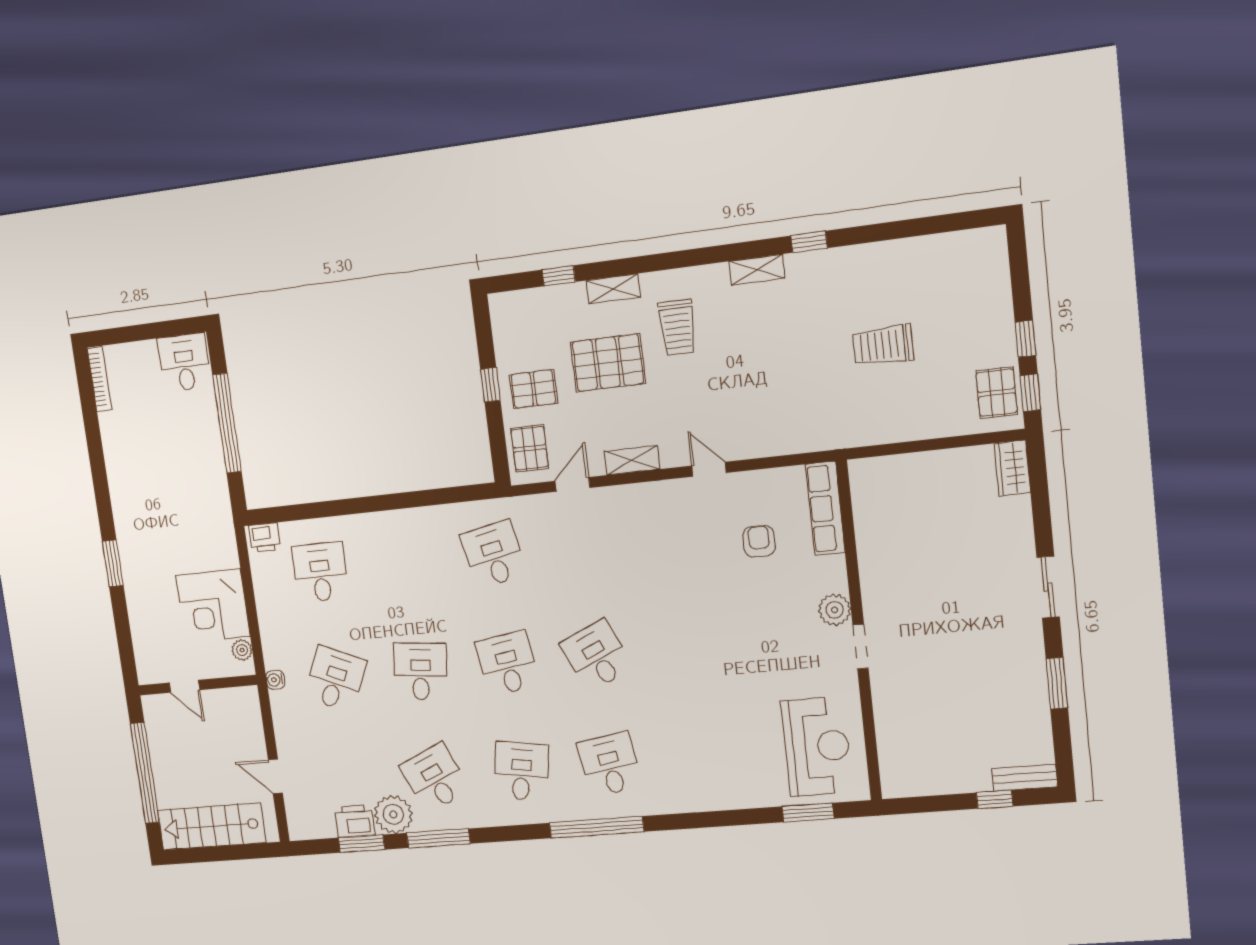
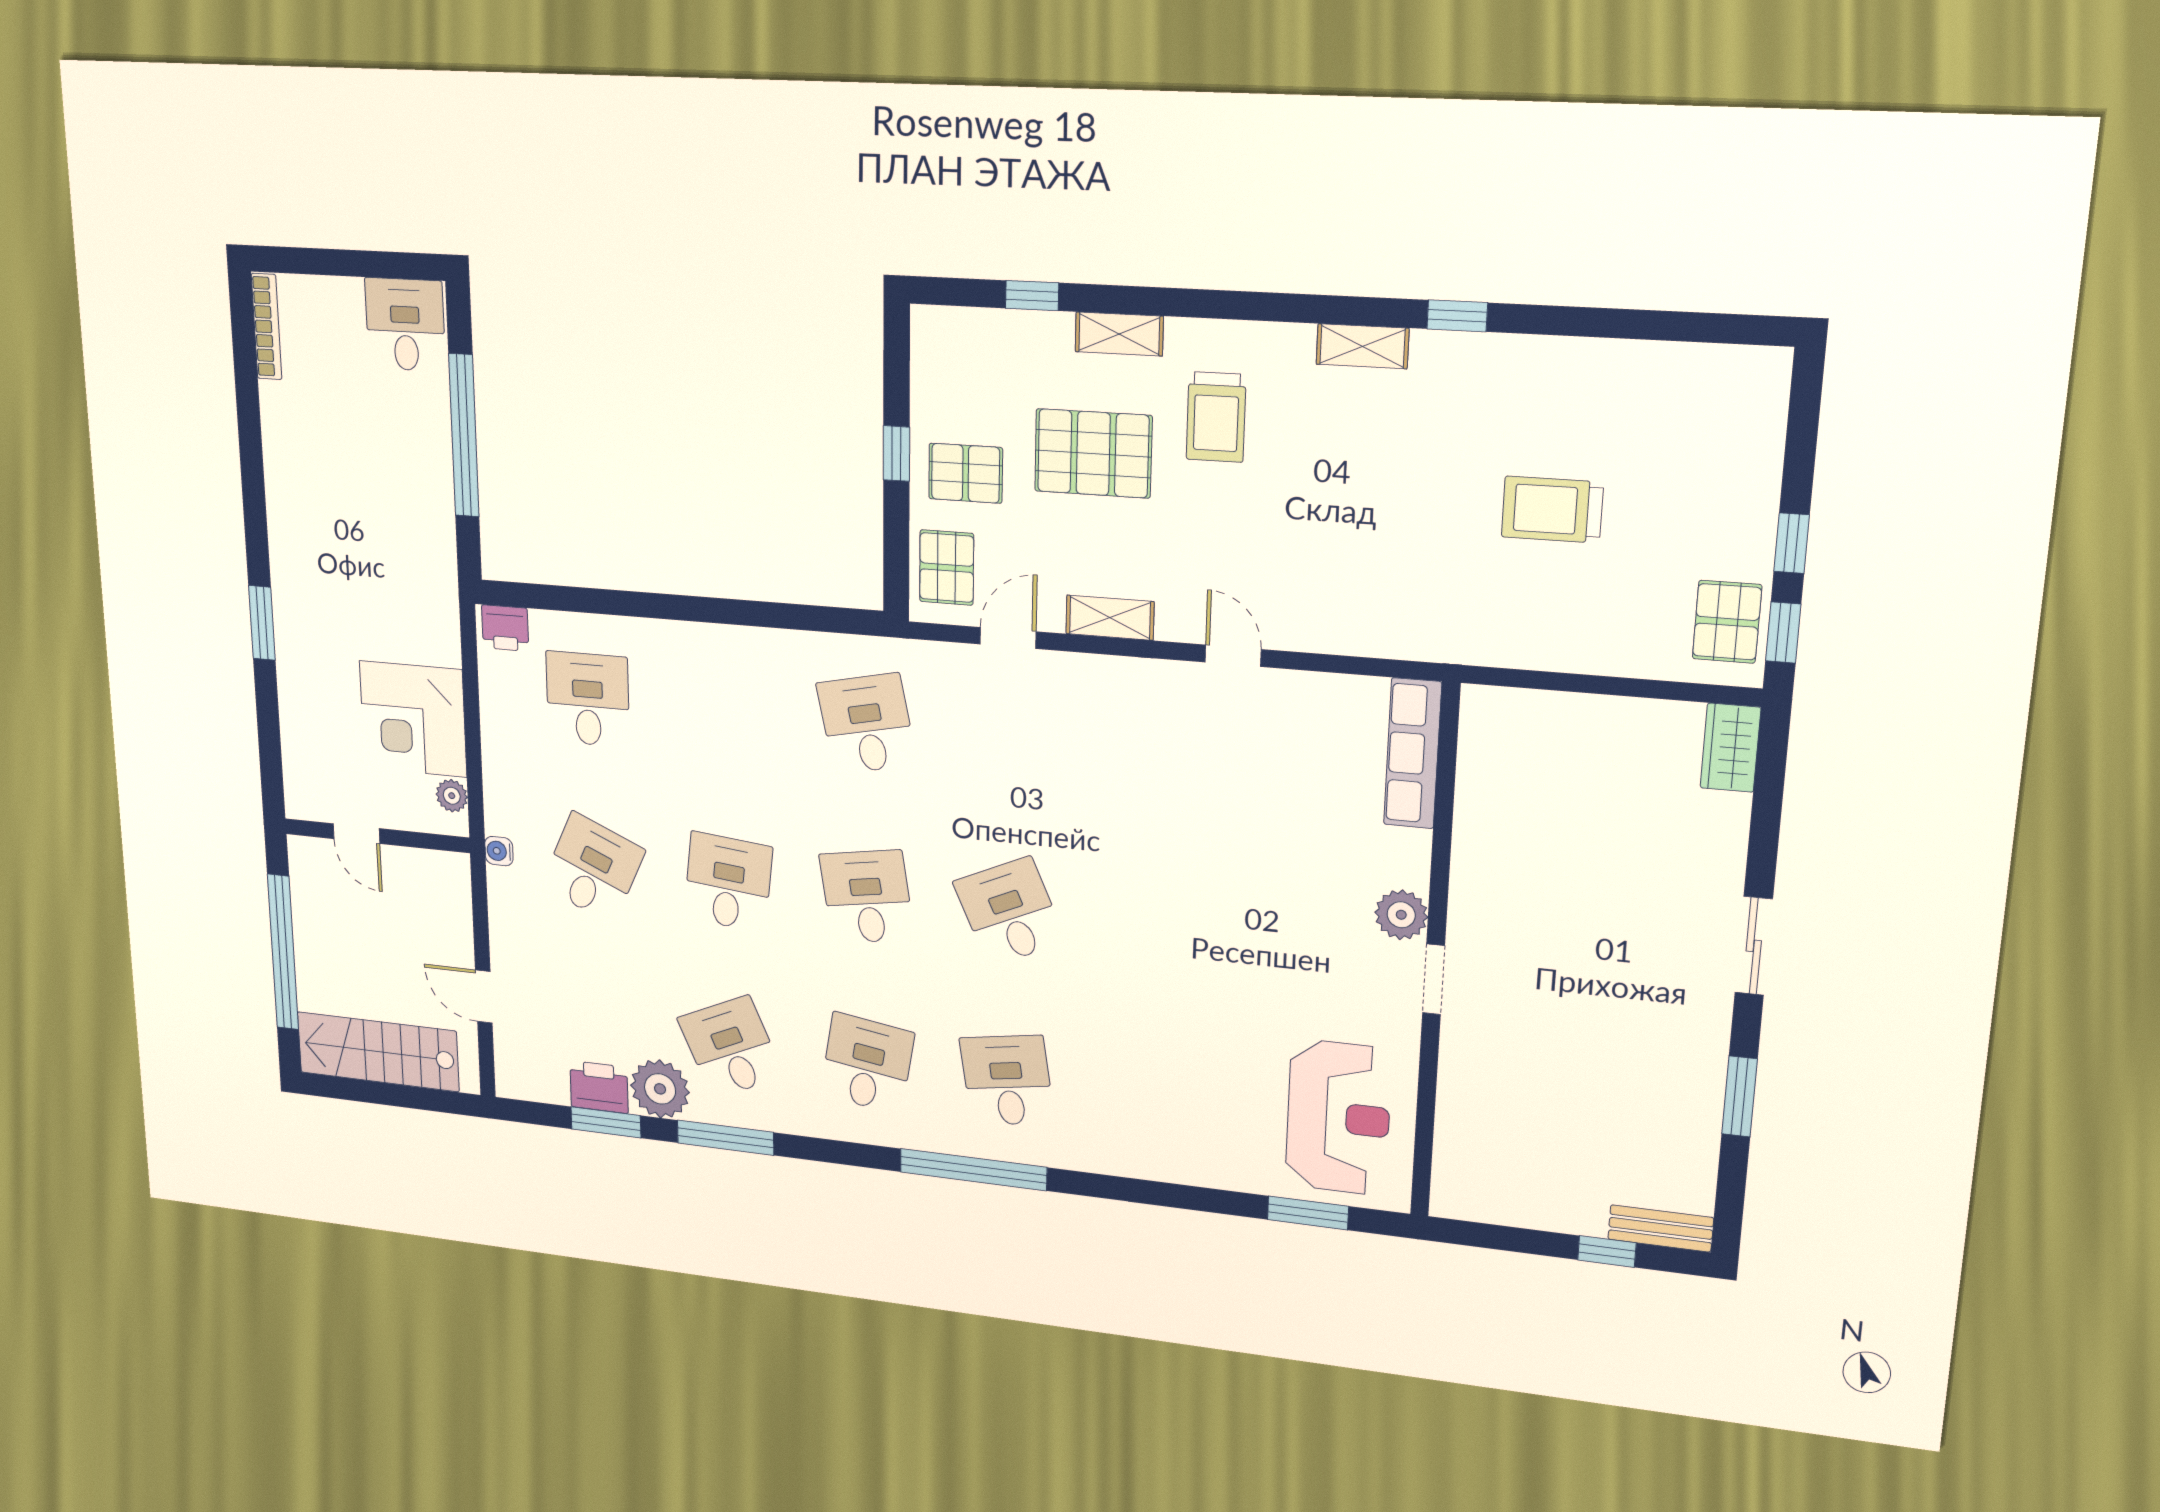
armchair: (759, 541) -> (1297, 785), removed

